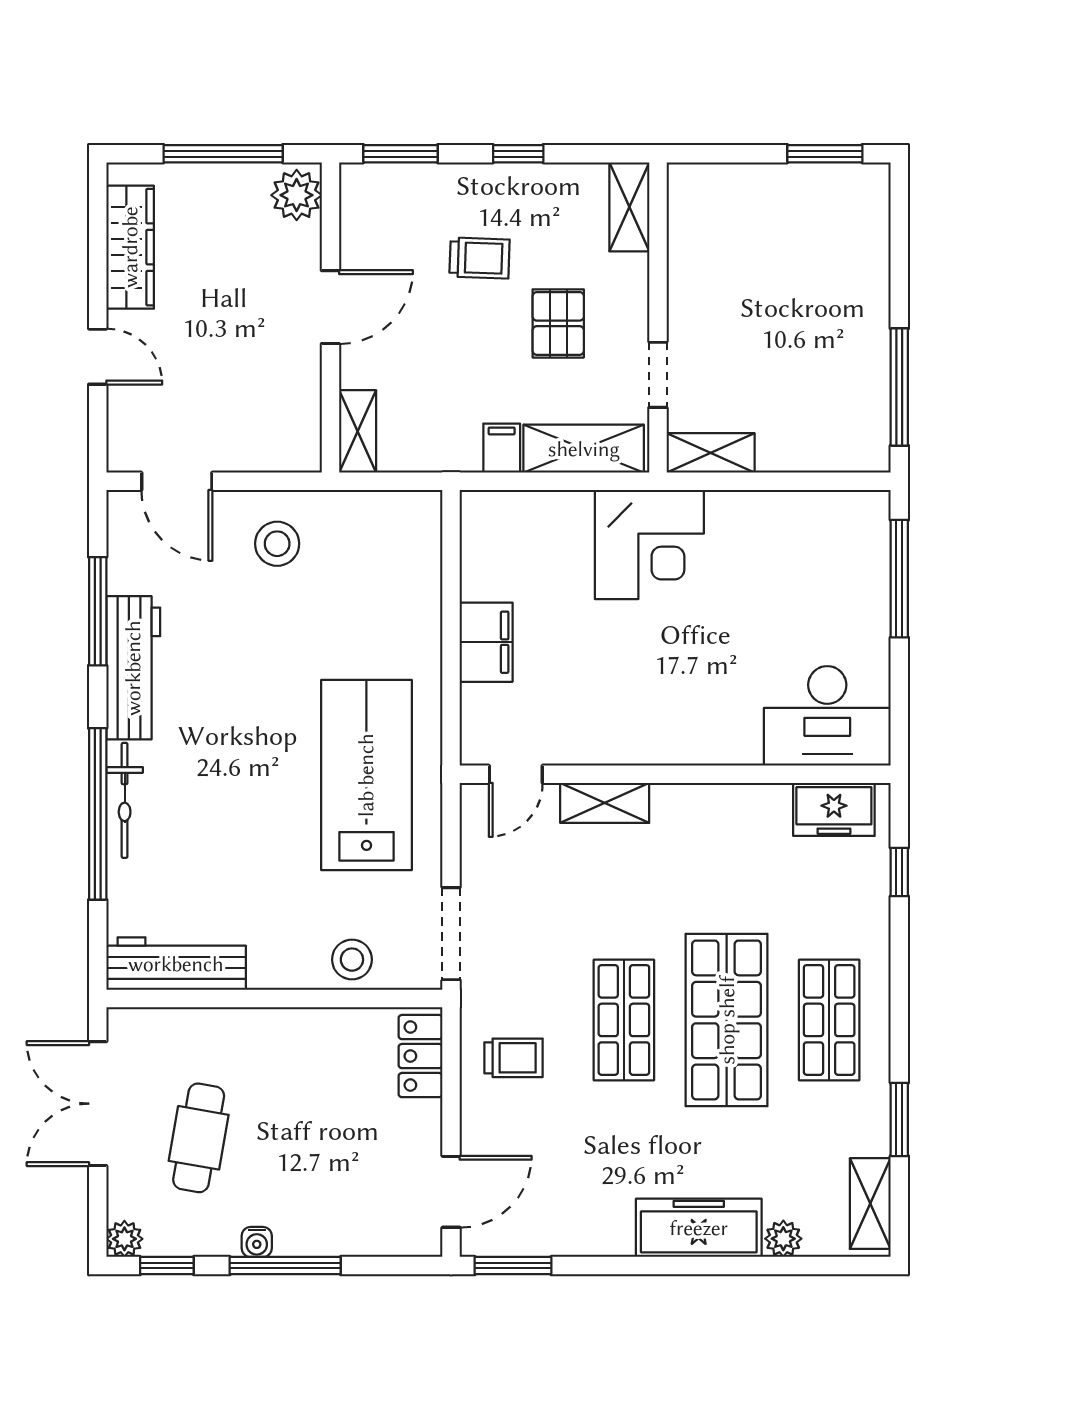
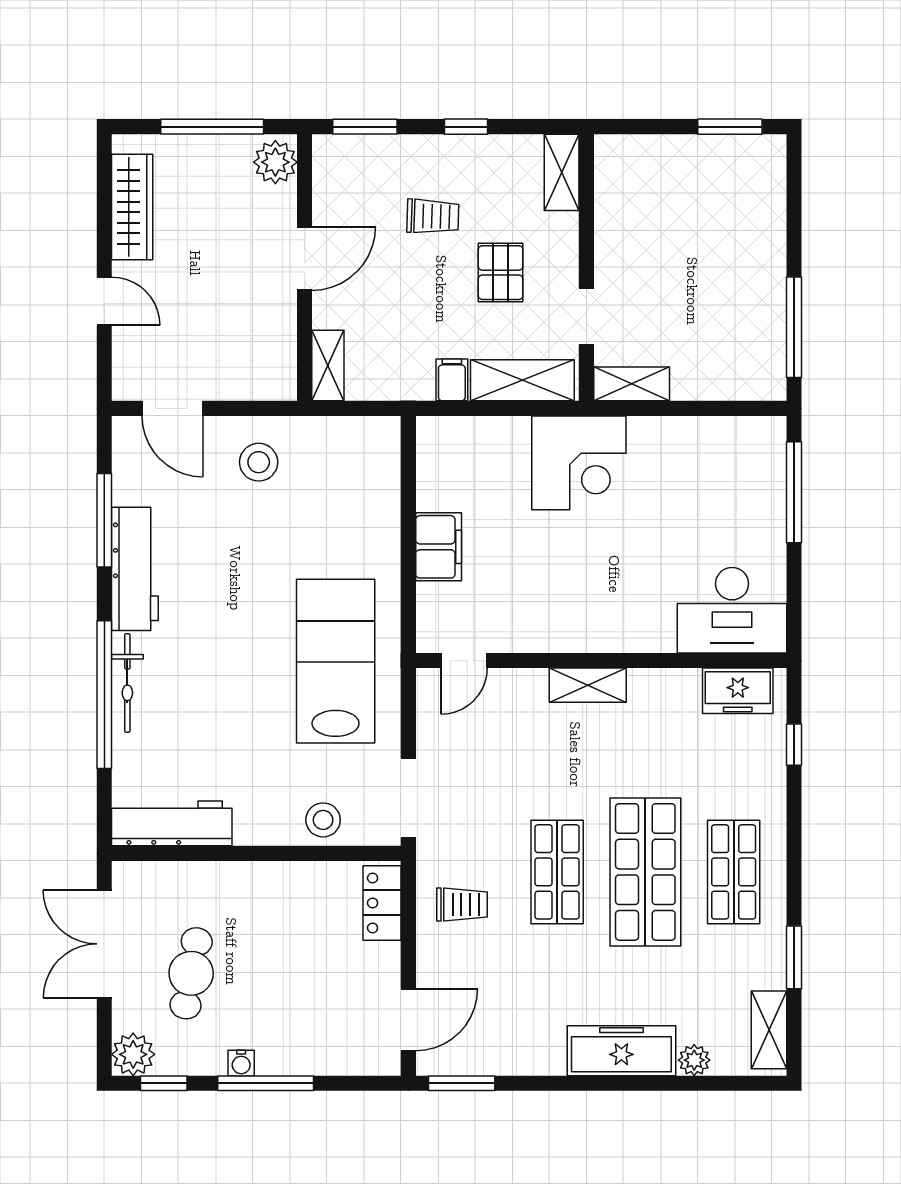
shelving: (605, 803) -> (588, 685), moved
plant: (124, 1239) -> (133, 1054), width x1.38, depth x1.38

